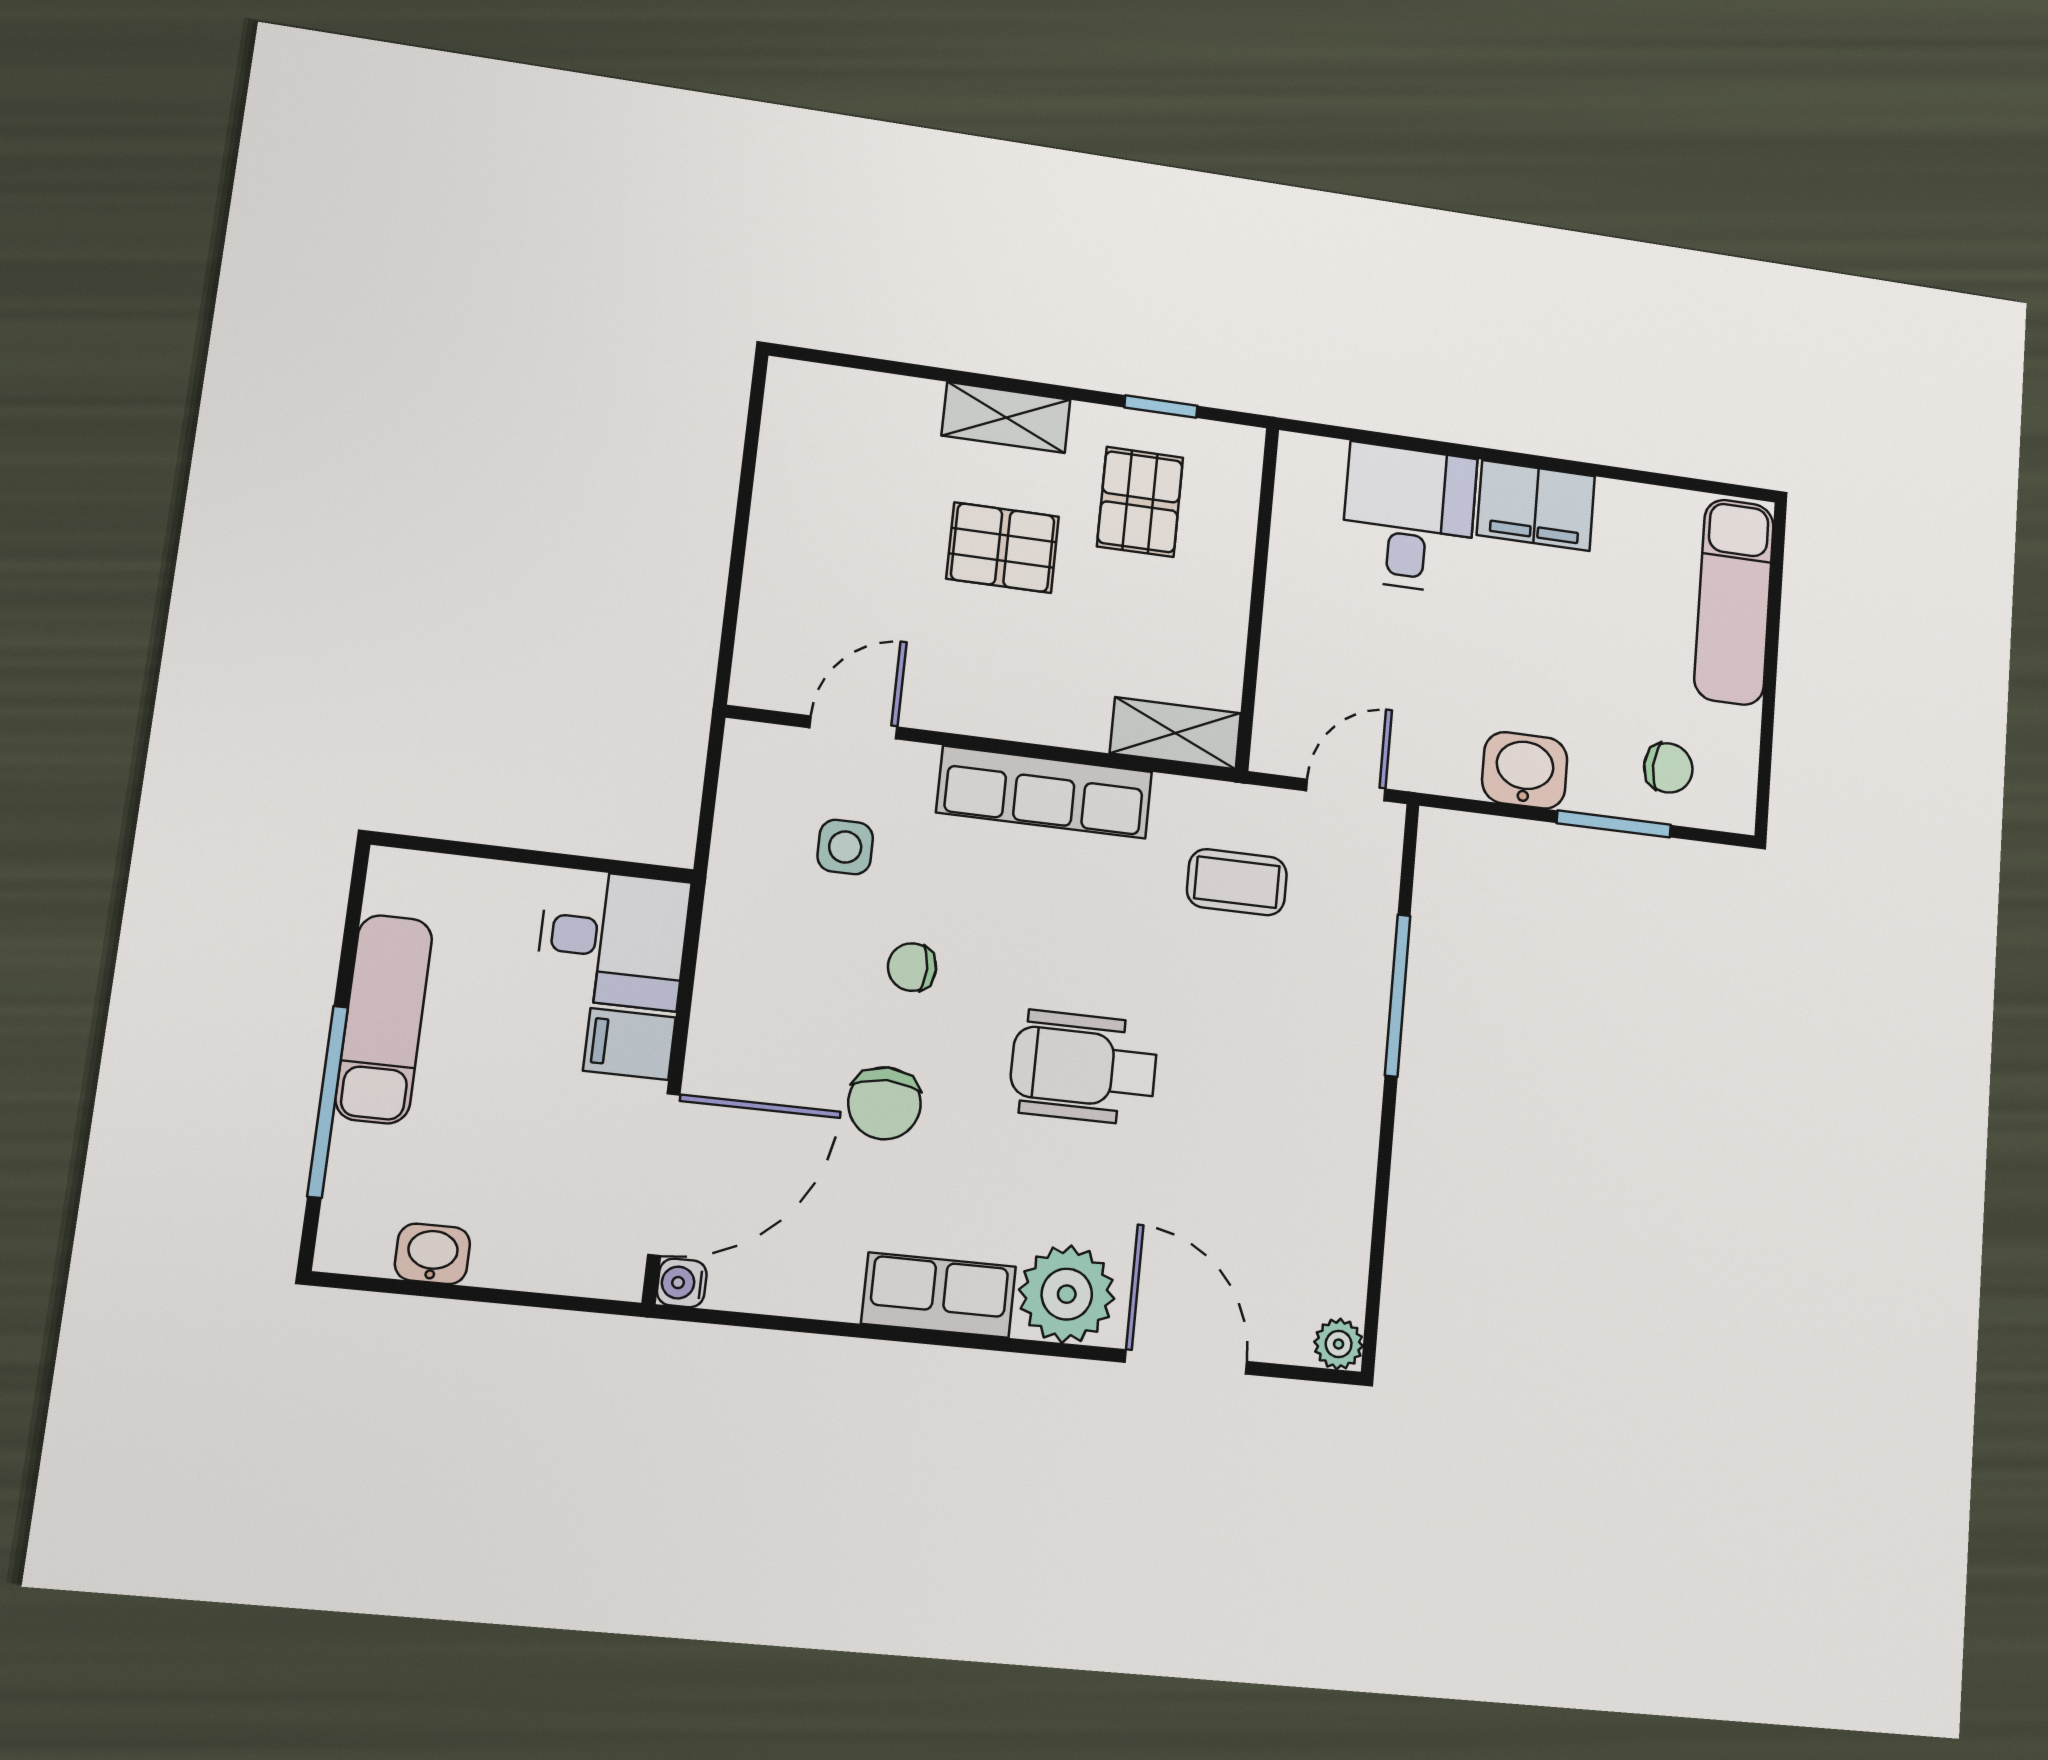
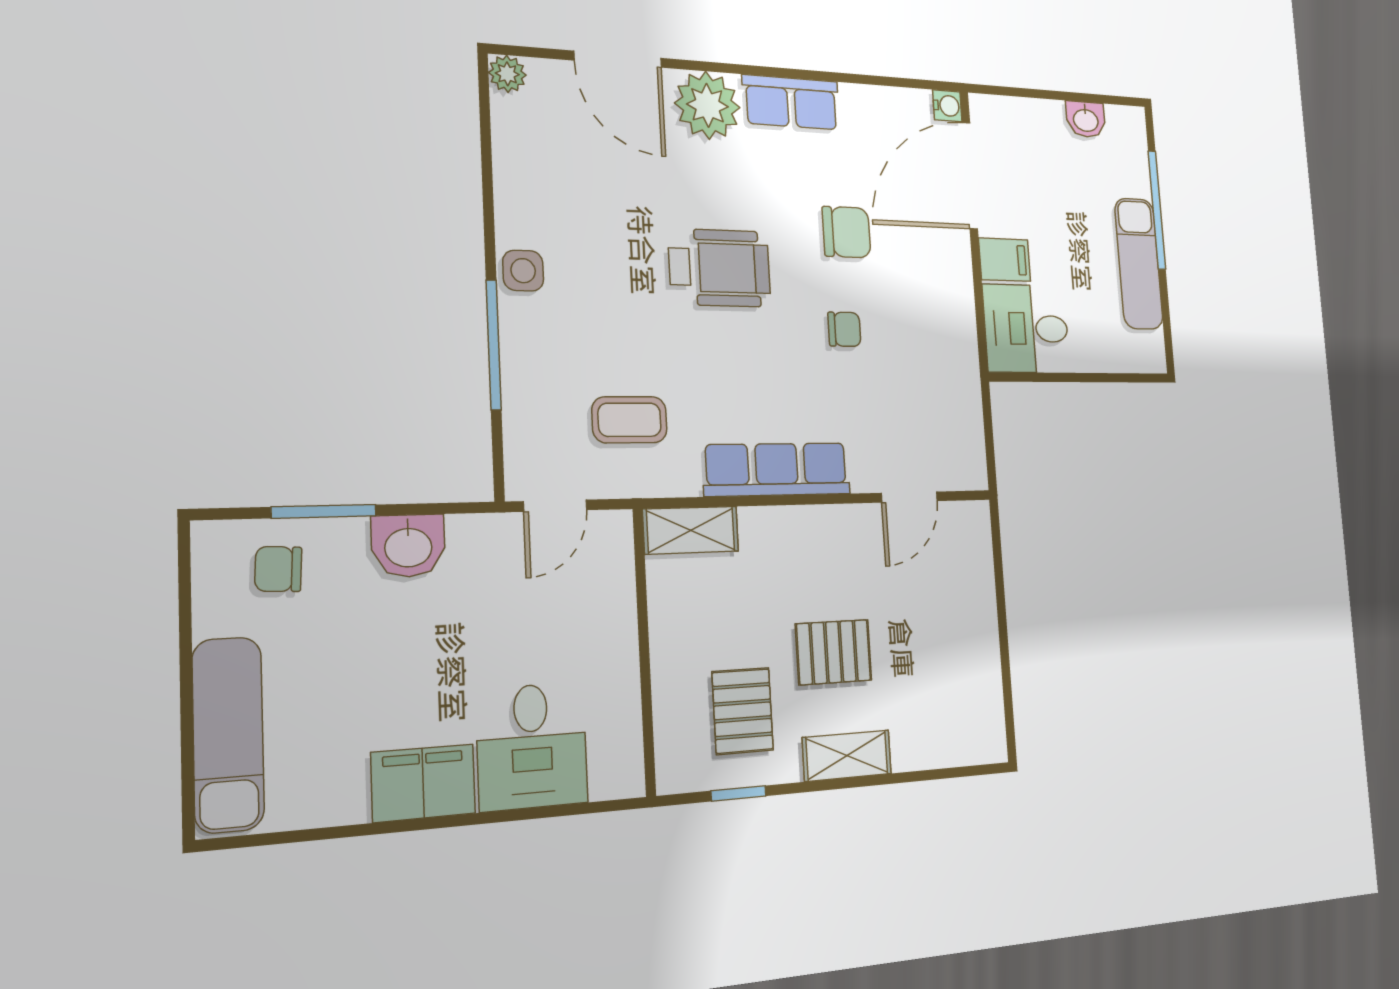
side table: (845, 847) -> (523, 271), moved
chair: (884, 1103) -> (846, 232), turned 90

